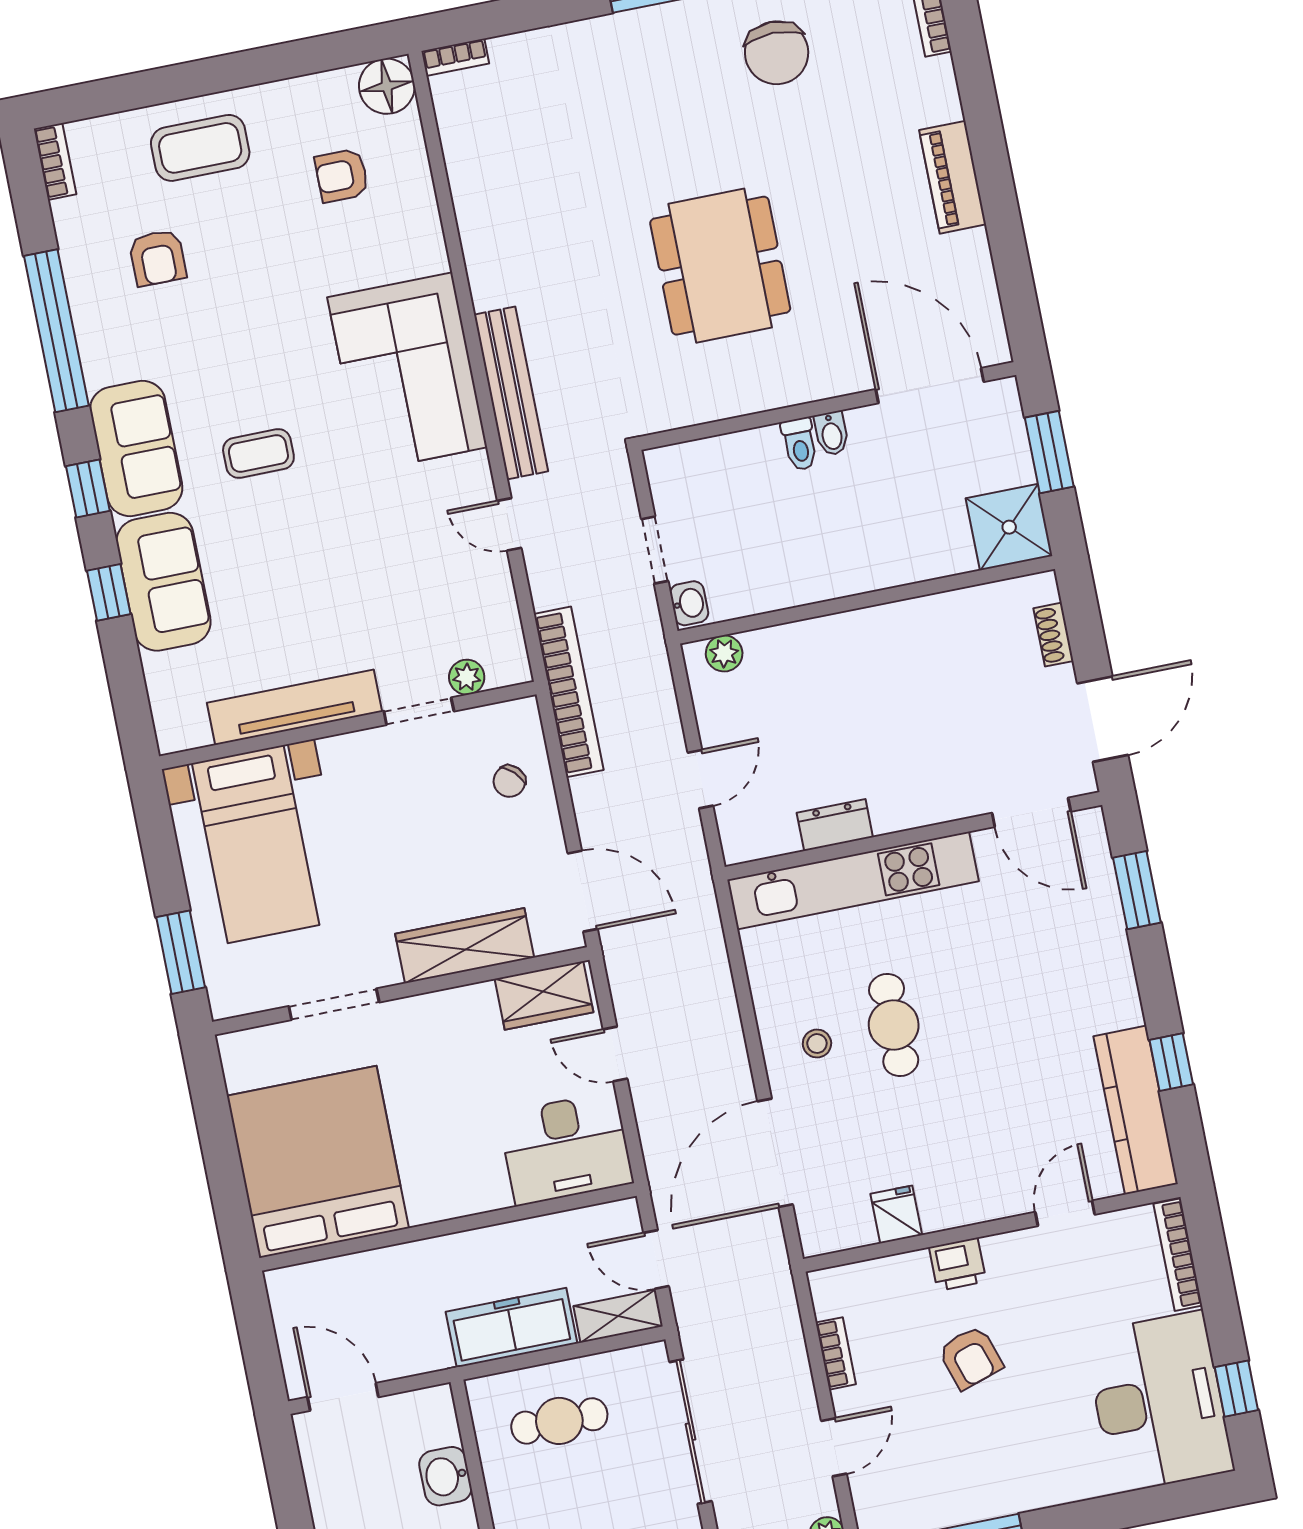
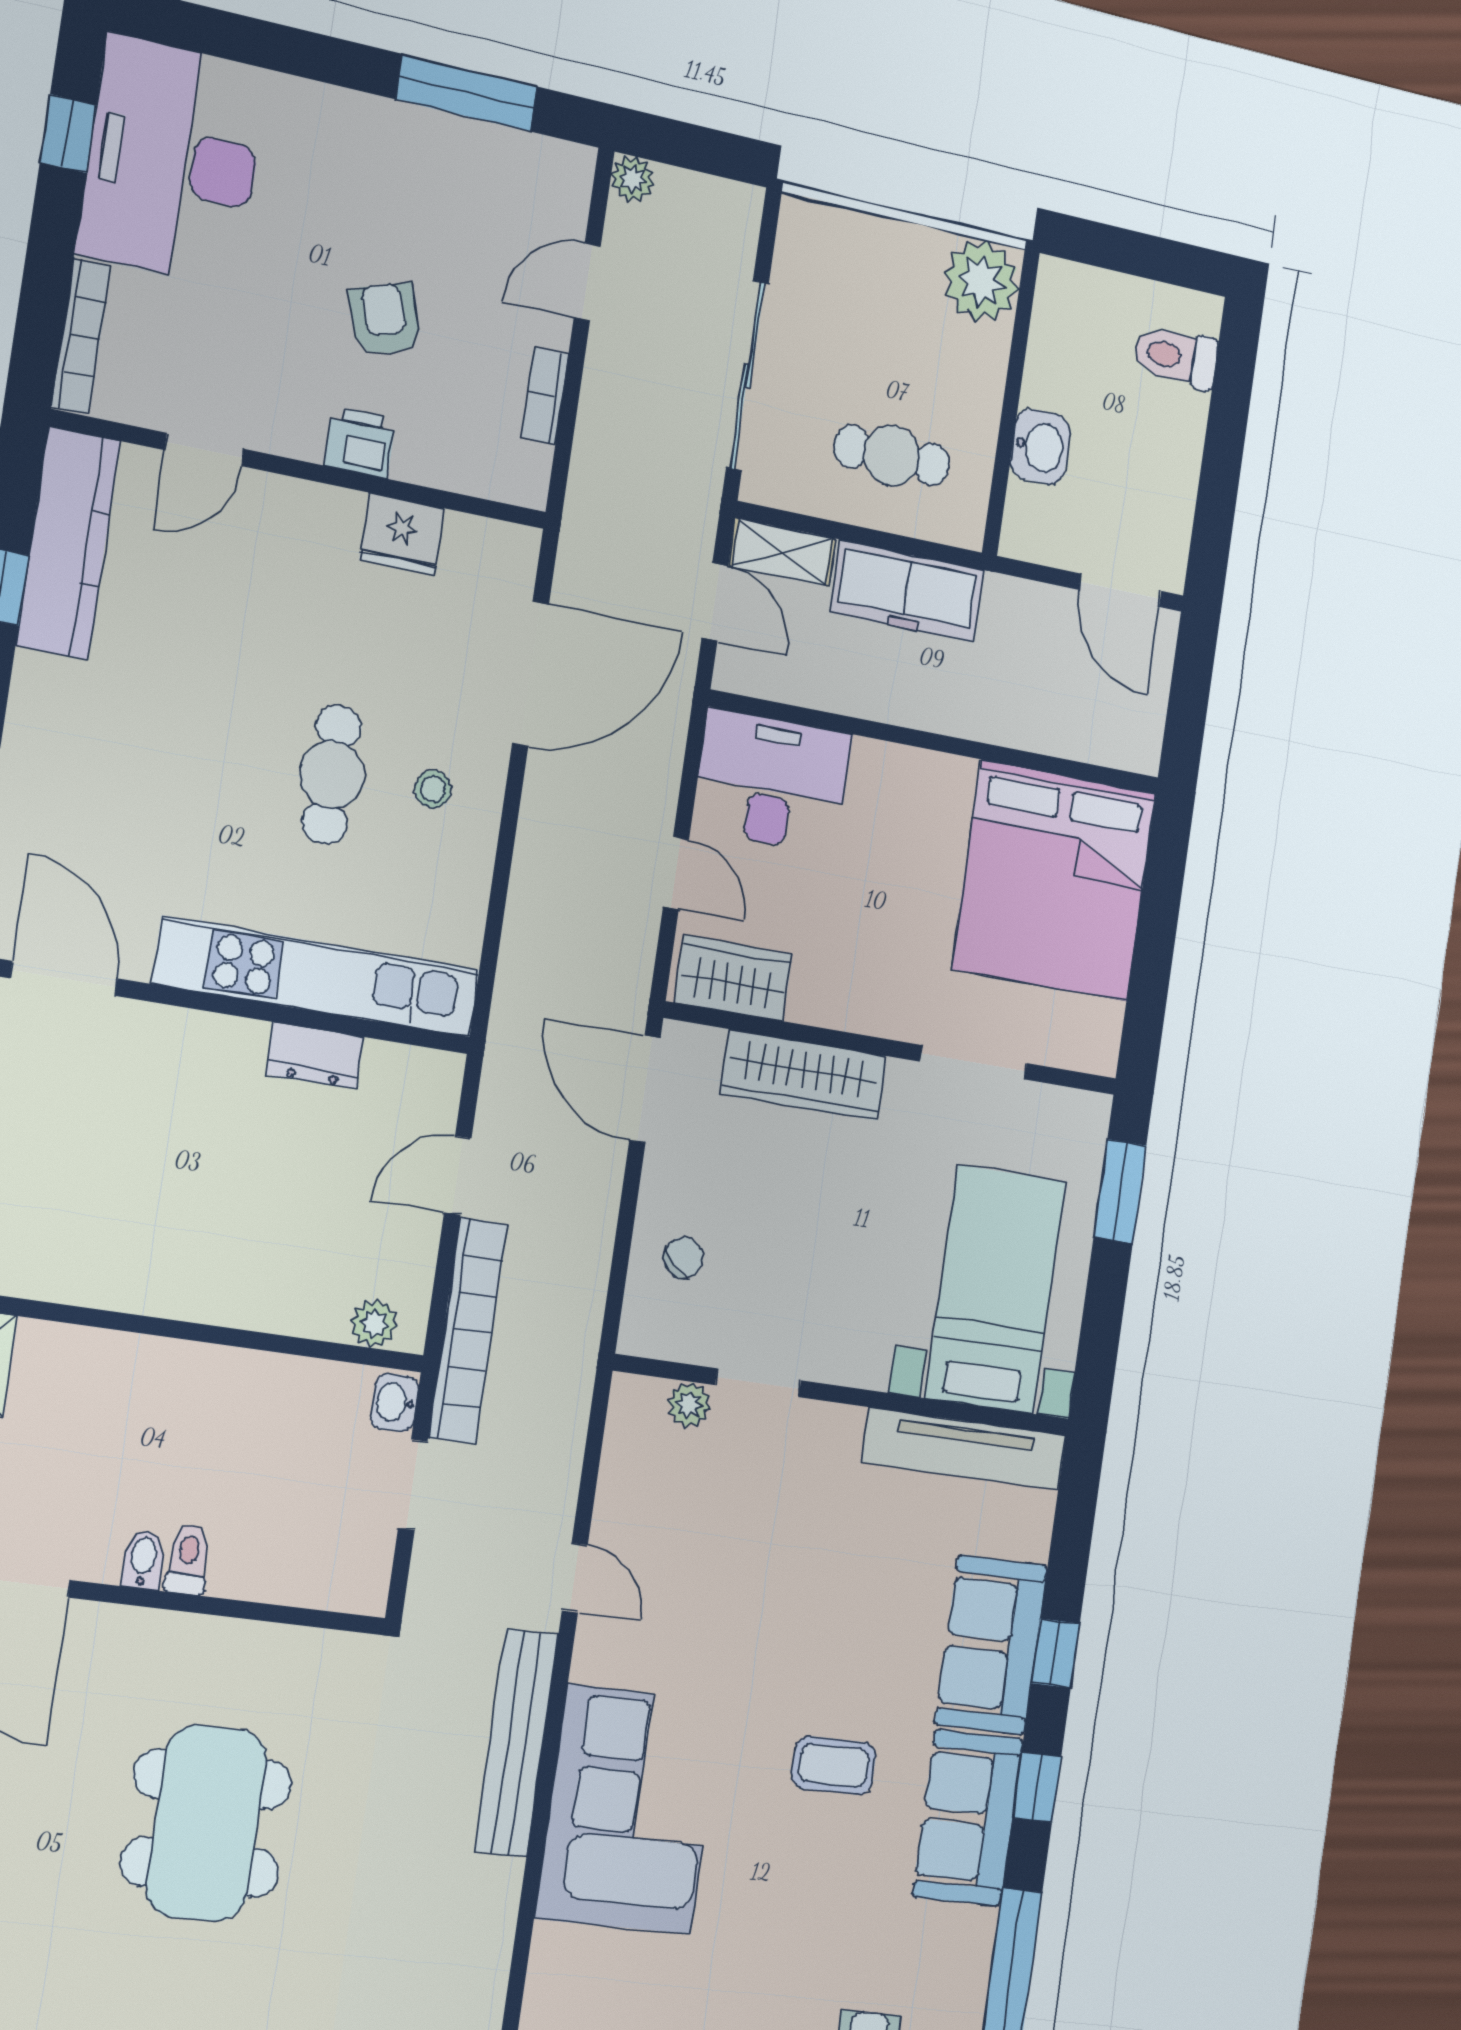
bookcase: (569, 692) -> (468, 1331), moved, turned 180
tv unit: (295, 707) -> (964, 1449), moved
fridge: (896, 1214) -> (402, 534), width x1.38

